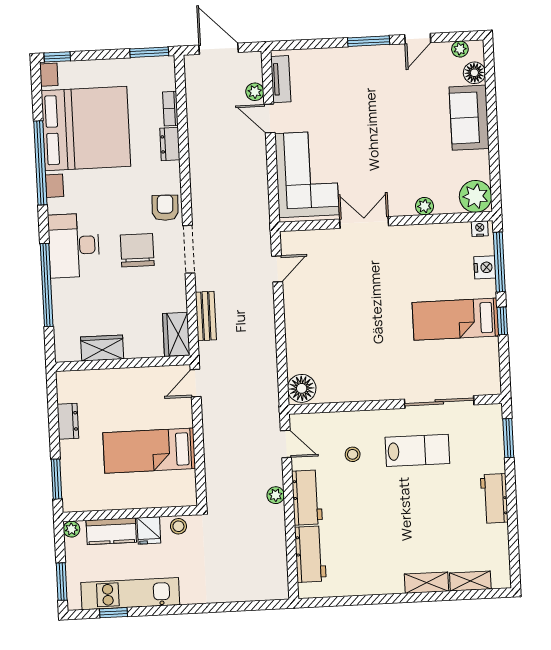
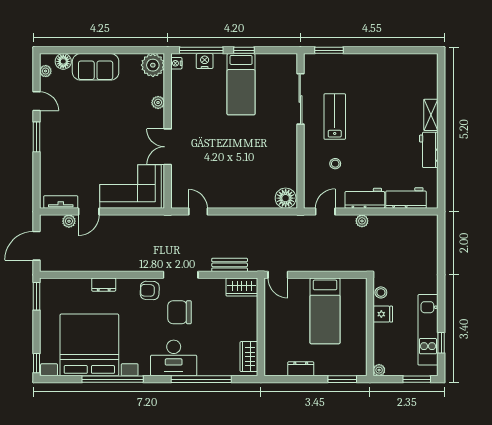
bookcase: (170, 109) -> (78, 283), removed
wardrobe: (102, 348) -> (249, 357), moved
workbench: (494, 498) -> (429, 150), moved, turned 90
kitchen counter: (111, 531) -> (382, 341), removed
shelving: (470, 581) -> (431, 83), removed

